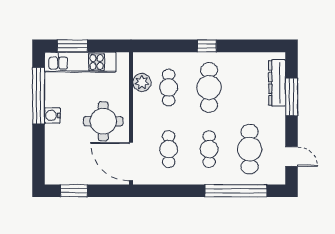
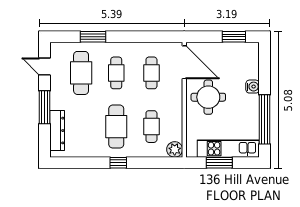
window: (72, 46) -> (219, 163), moved
plant: (142, 82) -> (175, 149), moved
window: (292, 97) -> (45, 107), moved
water cooler: (52, 115) -> (253, 87), moved
window: (236, 191) -> (93, 37), width x0.47

